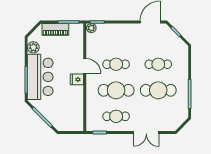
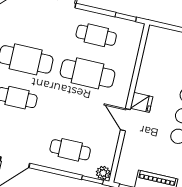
cafe table: (116, 64) -> (70, 150), moved

